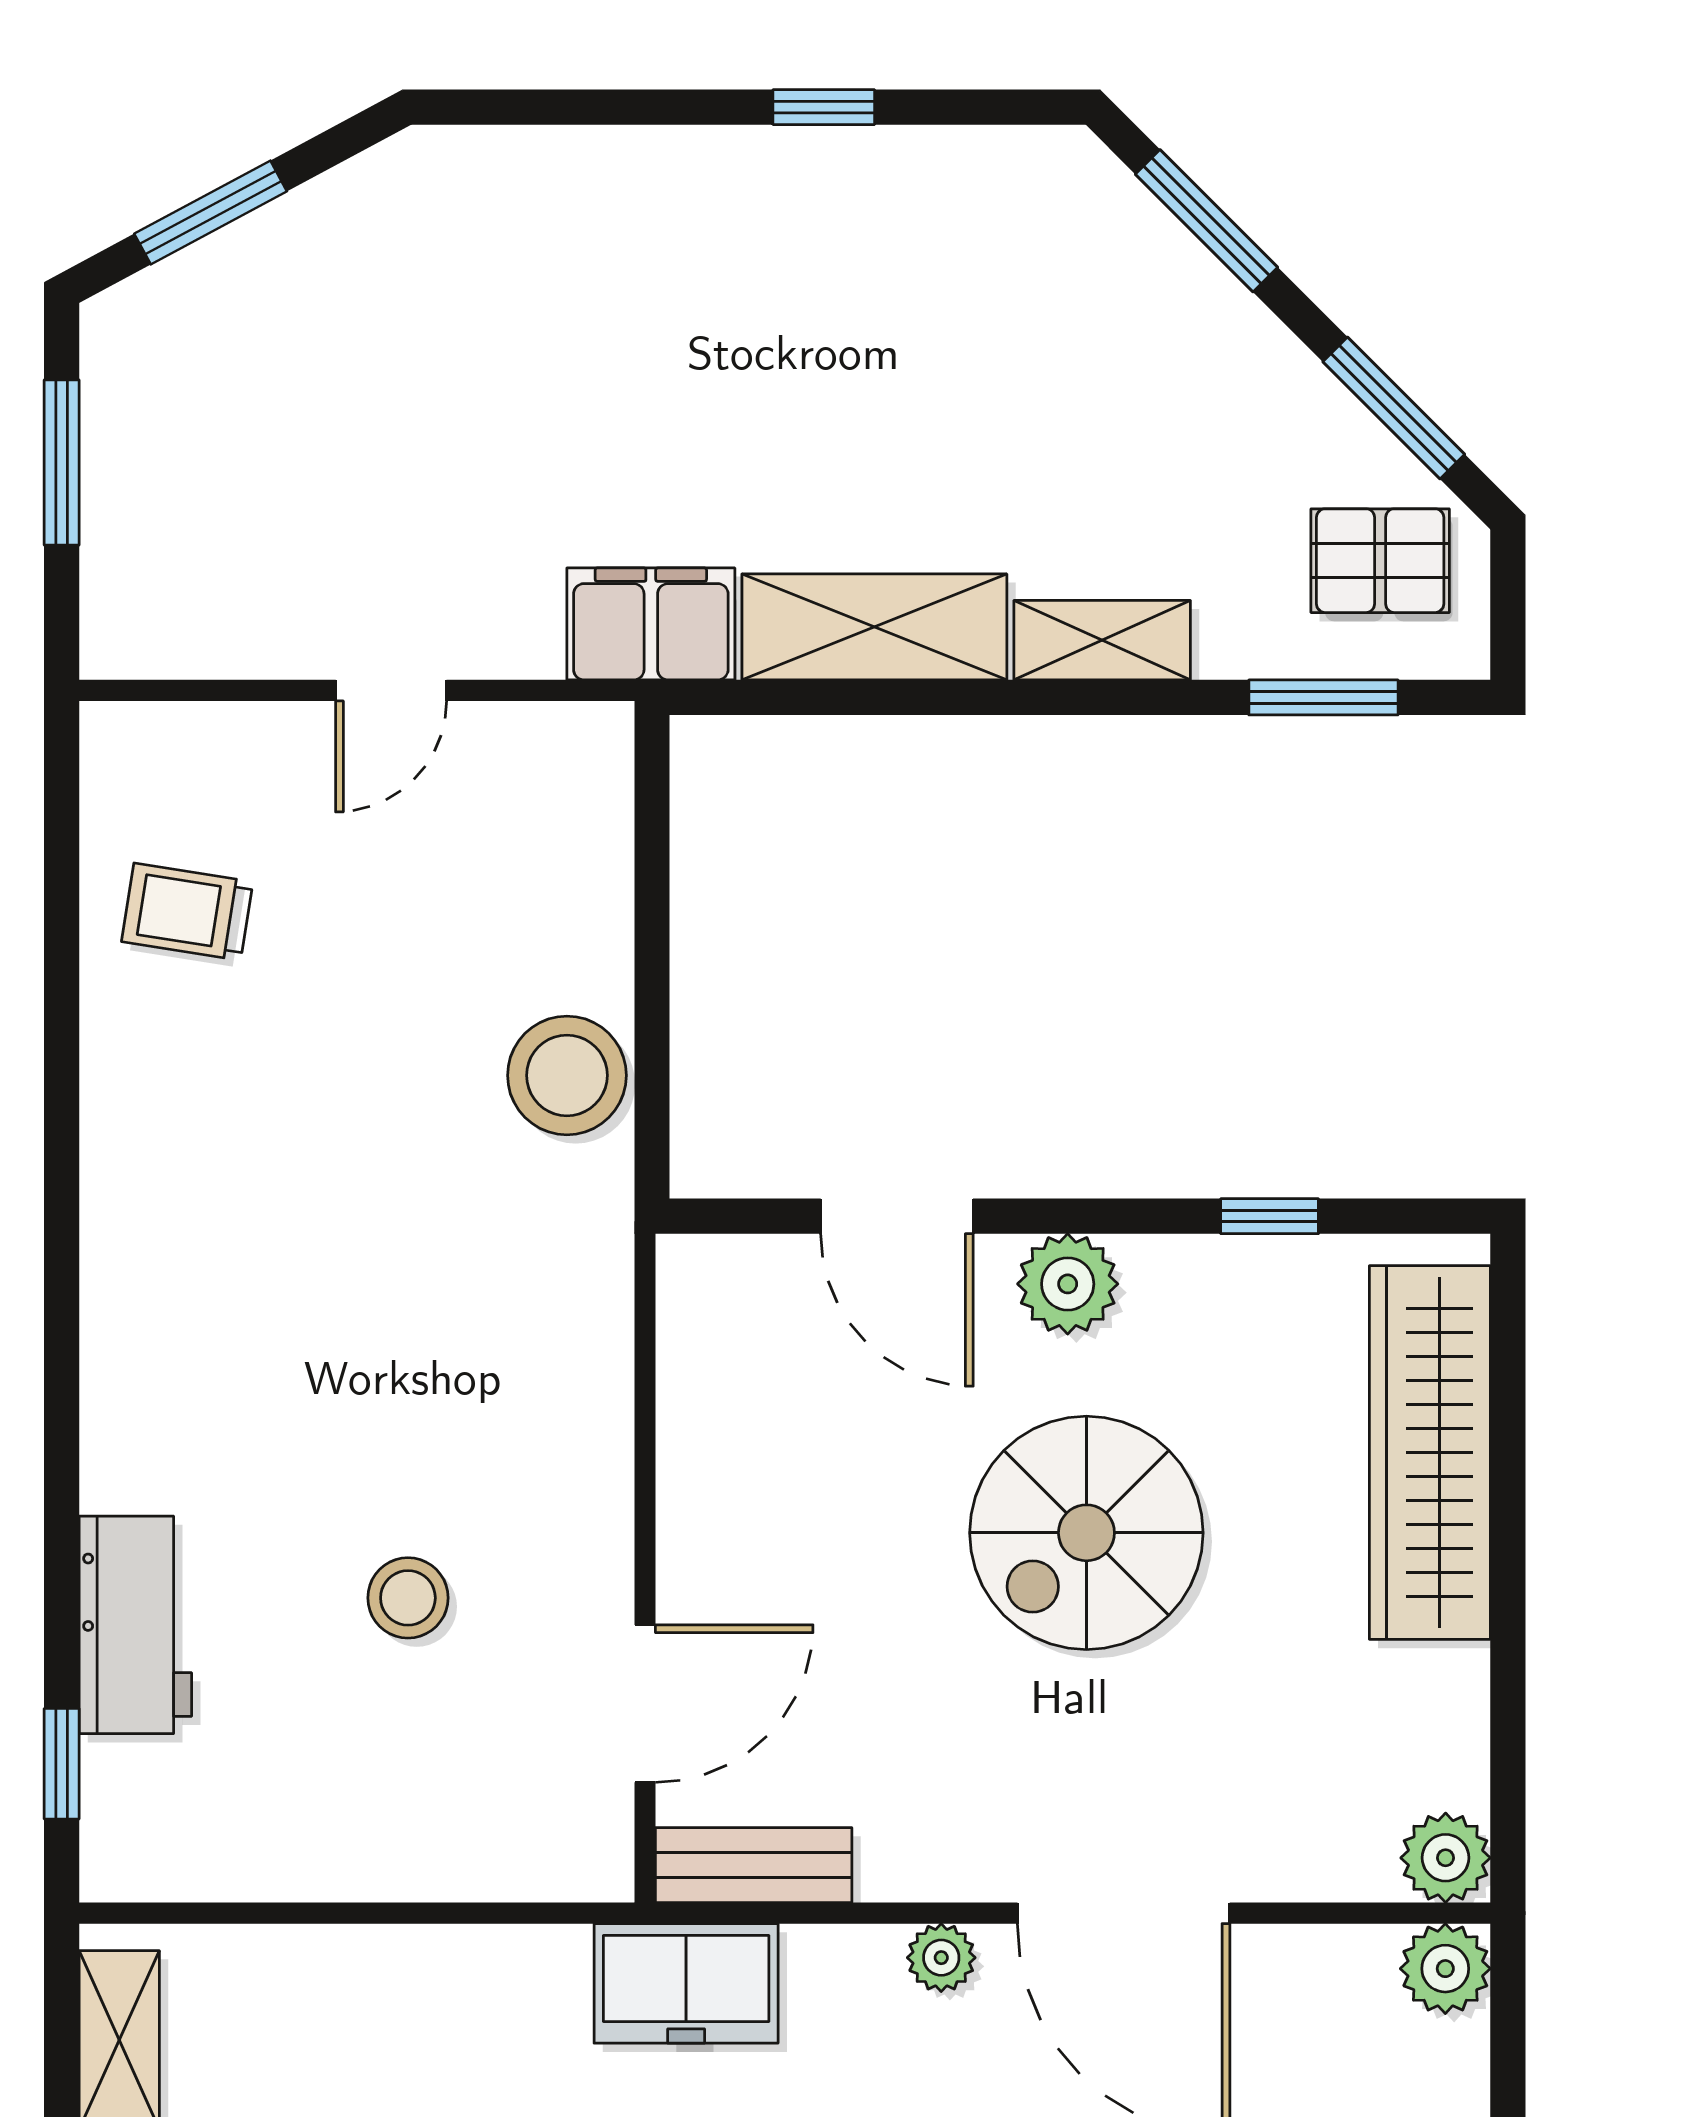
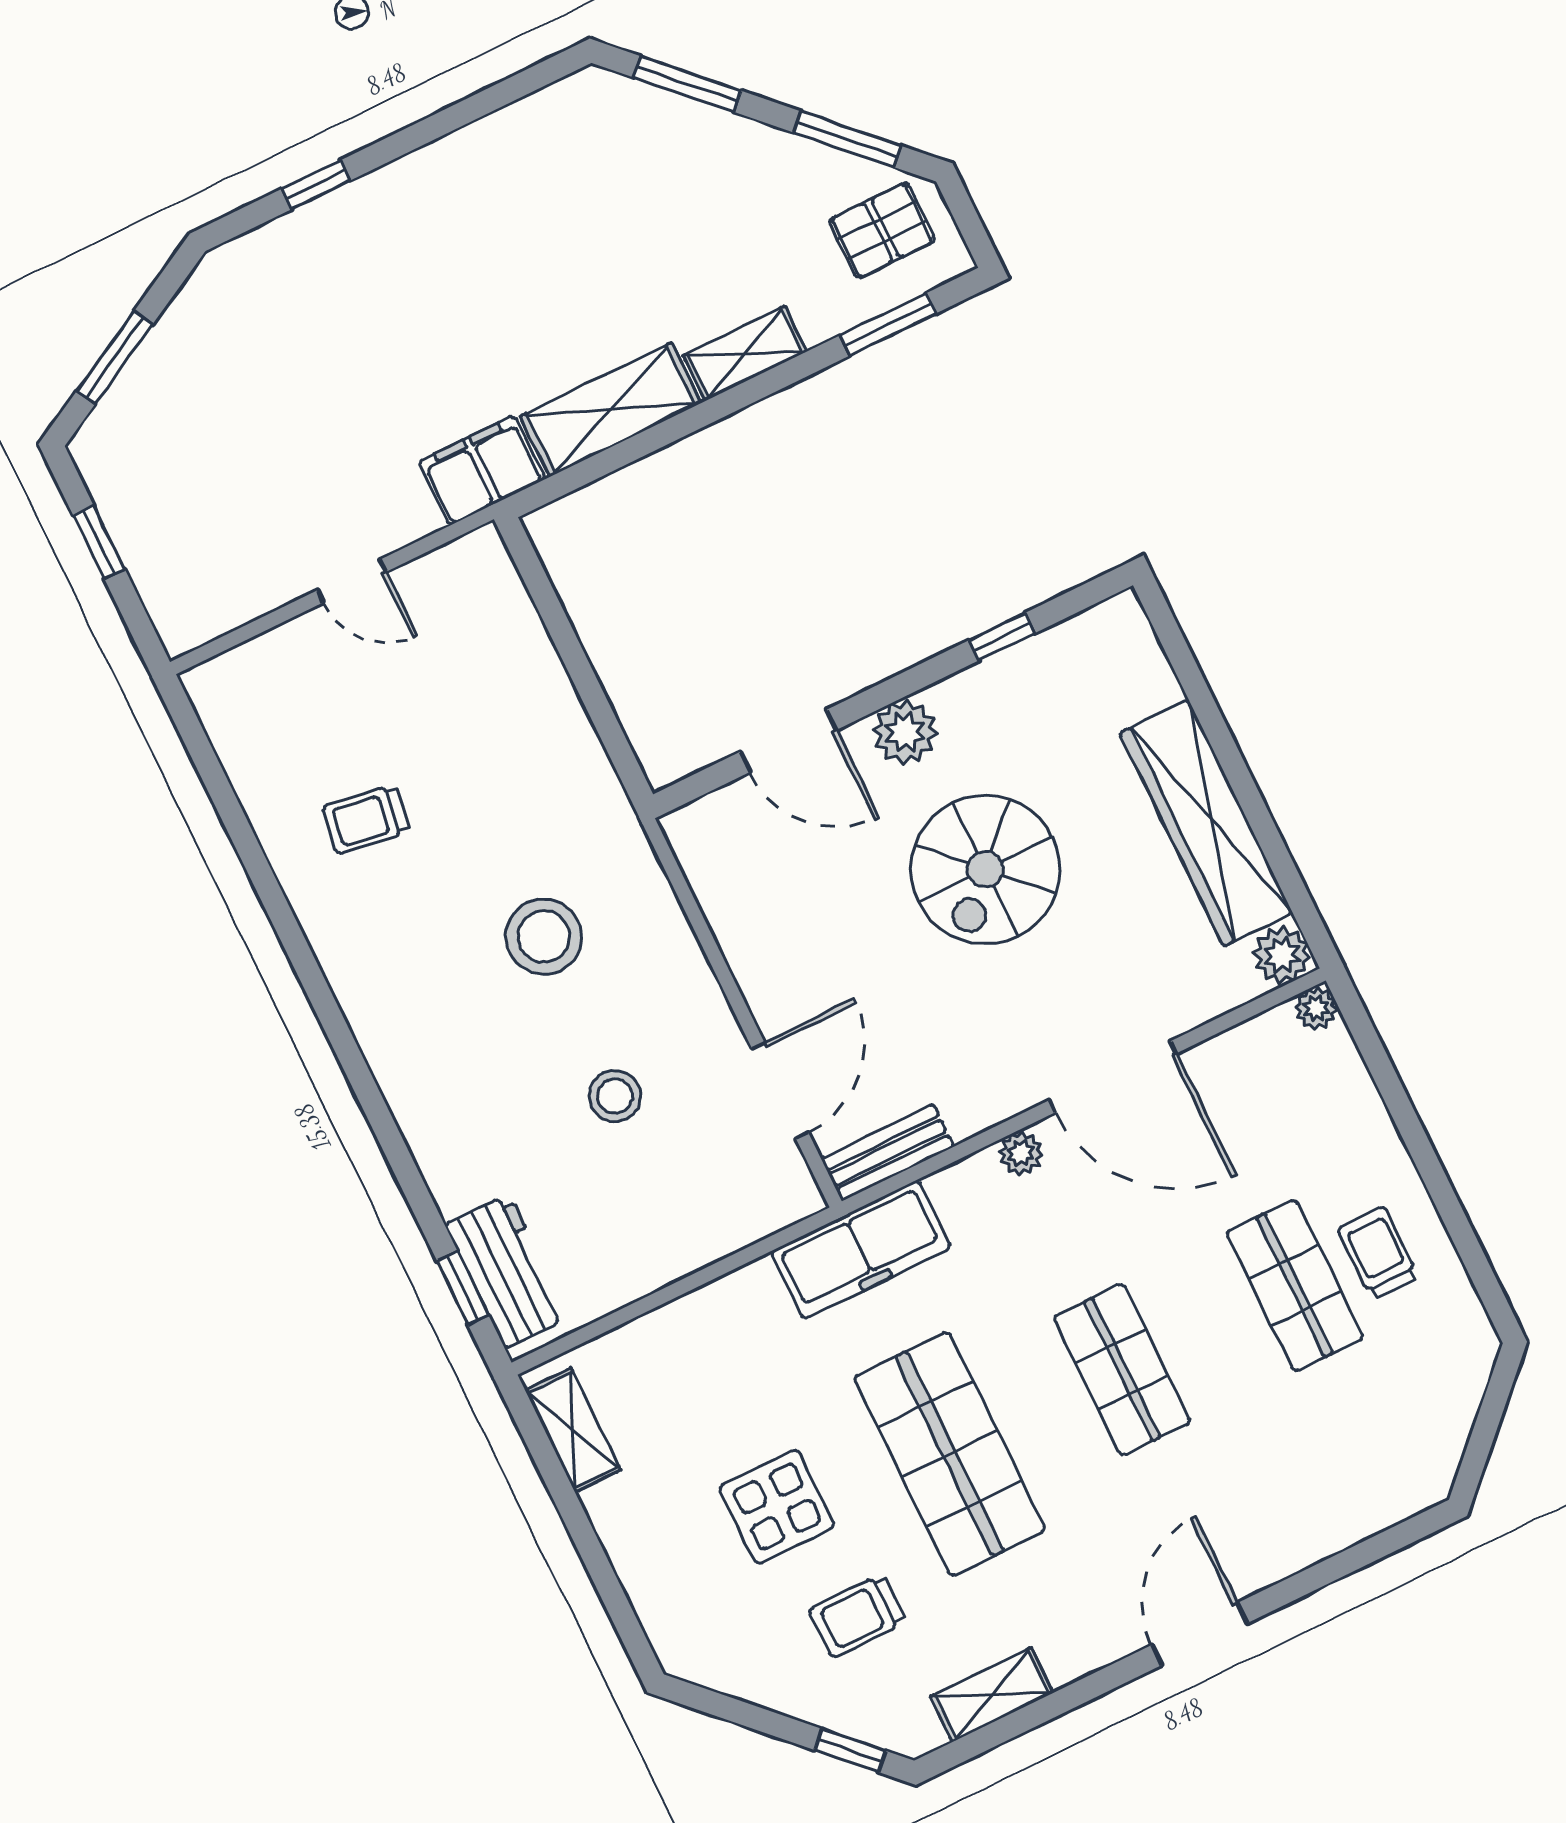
window: (824, 107) -> (316, 185), moved
window: (62, 462) -> (99, 542), width x0.67
door: (391, 690) -> (352, 581), hinge flipped
trolley: (187, 912) -> (366, 819), moved
stool: (567, 1075) -> (544, 937), moved
wardrobe: (1430, 1452) -> (1206, 823), moved
workbench: (135, 1625) -> (507, 1271), moved
plant: (1445, 1969) -> (1316, 1008), width x0.73, depth x0.73
freezer: (686, 1983) -> (861, 1250), width x1.40

